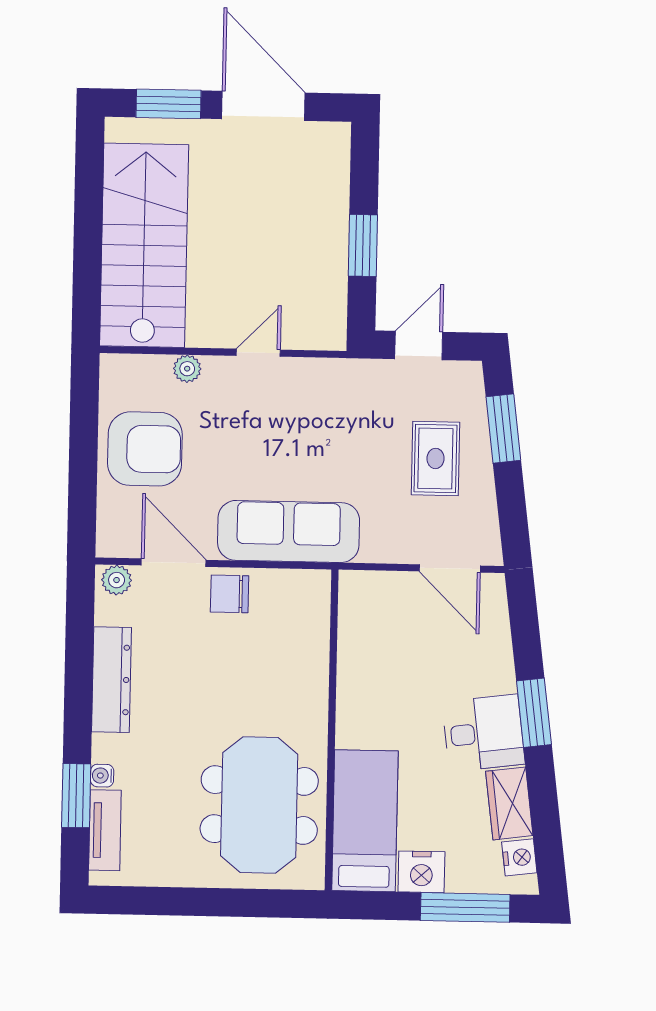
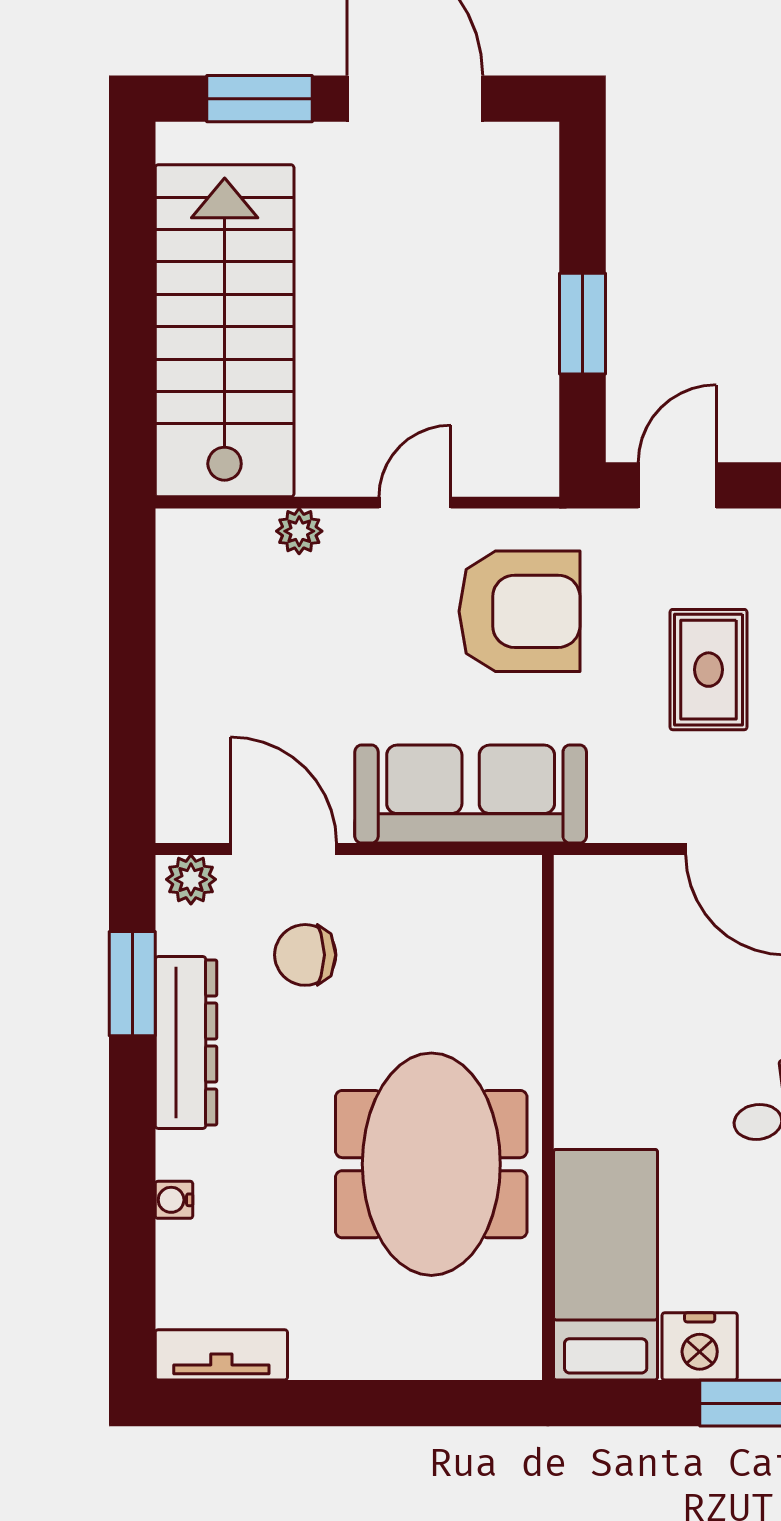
armchair: (145, 449) -> (519, 611), moved
chair: (230, 594) -> (305, 955), moved
window: (76, 796) -> (132, 984), moved
meeting table: (259, 805) -> (431, 1164), moved
tv unit: (105, 830) -> (221, 1355), moved, turned -90

